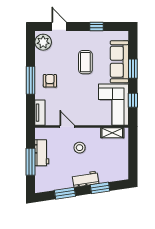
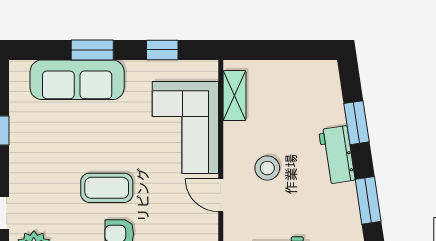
coffee table: (85, 62) -> (107, 188), moved
corner sofa: (114, 105) -> (185, 128), moved, turned 90
door: (67, 127) -> (221, 195), hinge flipped

